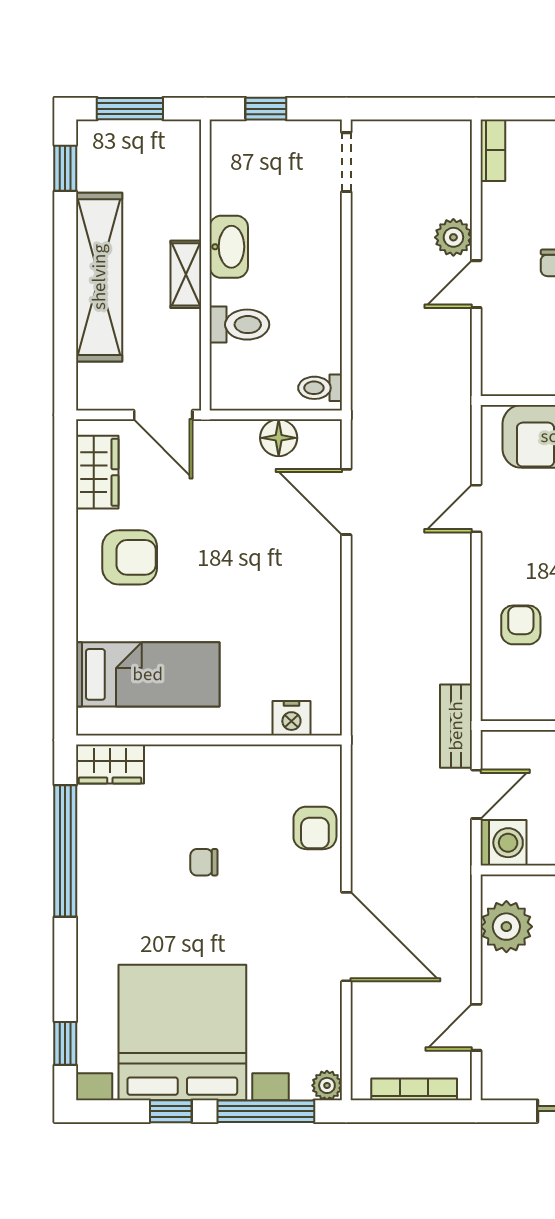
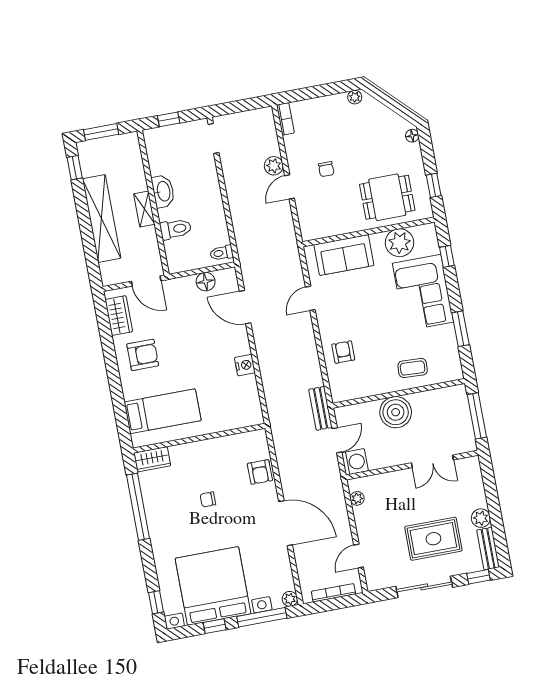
nightstand: (291, 718) -> (245, 365), moved, turned -90
plant: (506, 927) -> (357, 498), width x0.53, depth x0.53

